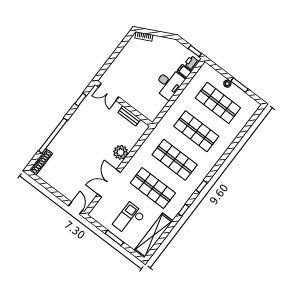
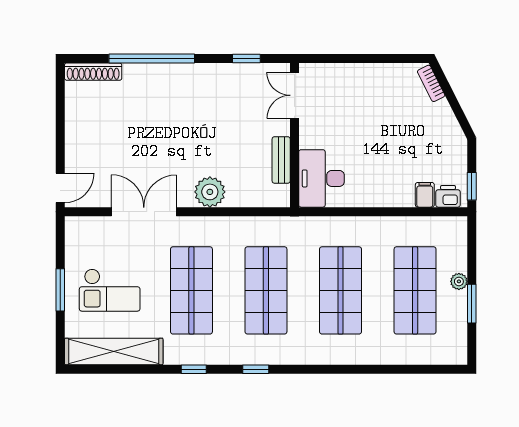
desk: (169, 84) -> (321, 178), moved, turned 90
checkout: (129, 219) -> (110, 290), turned 180

